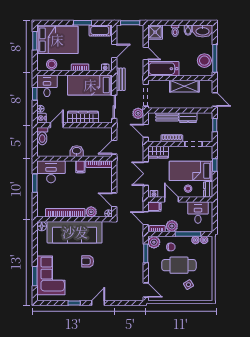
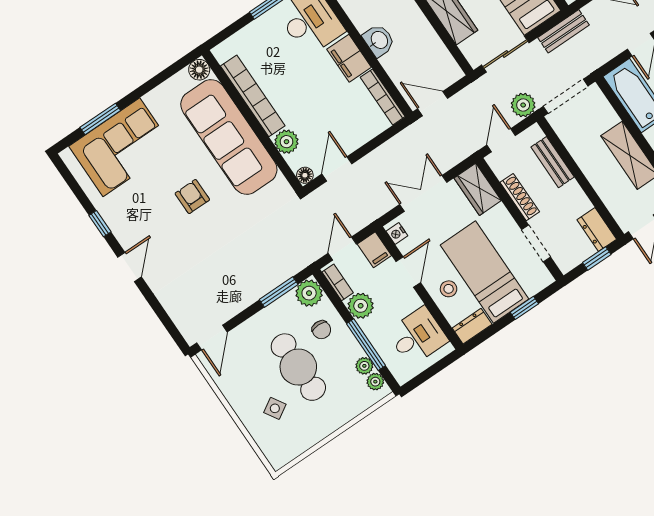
dresser: (188, 118) -> (597, 229), moved
filing cabinet: (80, 167) -> (349, 58), width x2.00
door: (98, 303) -> (130, 267), hinge flipped

